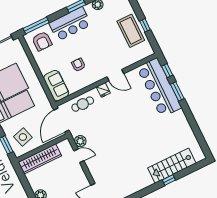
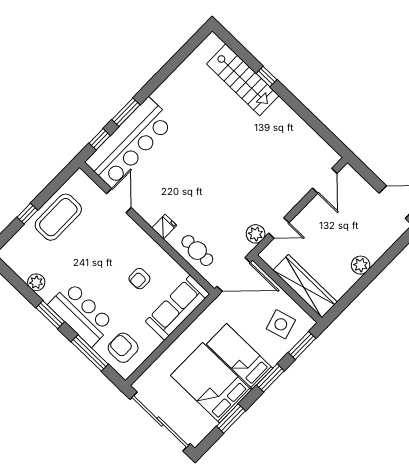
window: (36, 25) -> (90, 353), moved
window: (145, 25) -> (27, 214), moved
armchair: (42, 41) -> (123, 348), turned -90
door: (115, 75) -> (119, 201), moved
sofa: (56, 86) -> (178, 308), width x1.36
door: (79, 156) -> (279, 228), swing flipped

